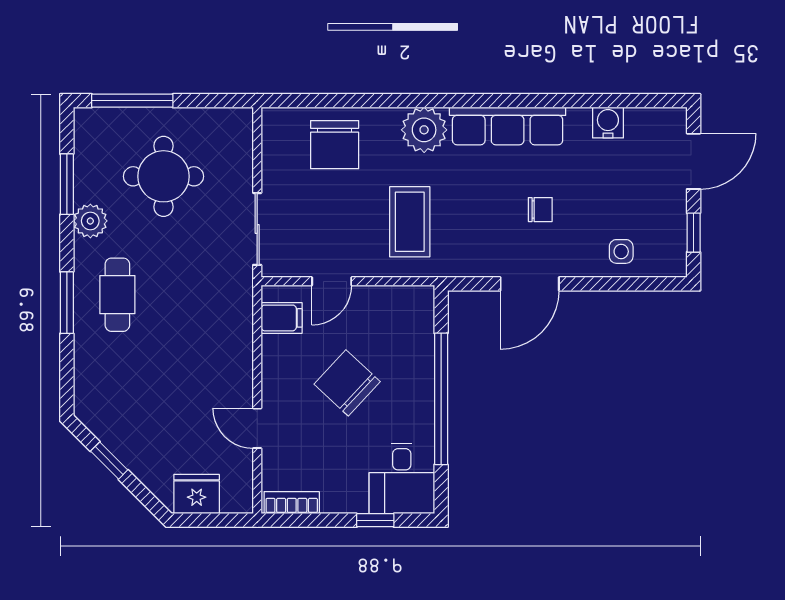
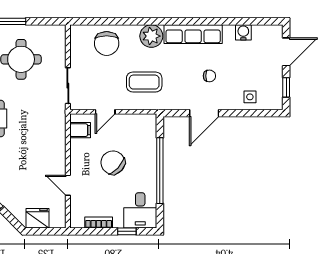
coffee table: (410, 222) -> (144, 82), turned 90
bookcase: (292, 503) -> (99, 223), moved

